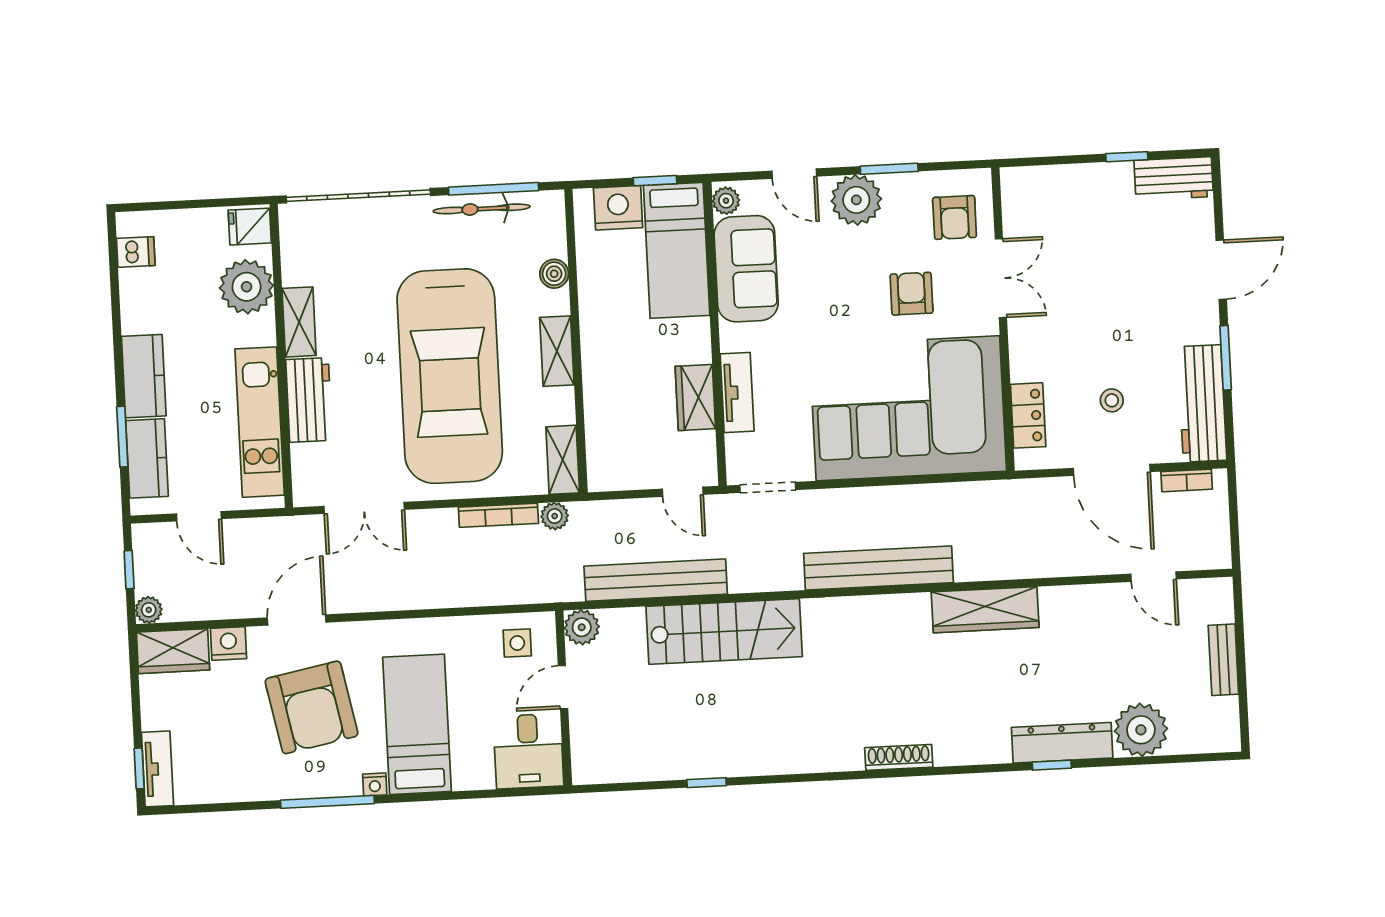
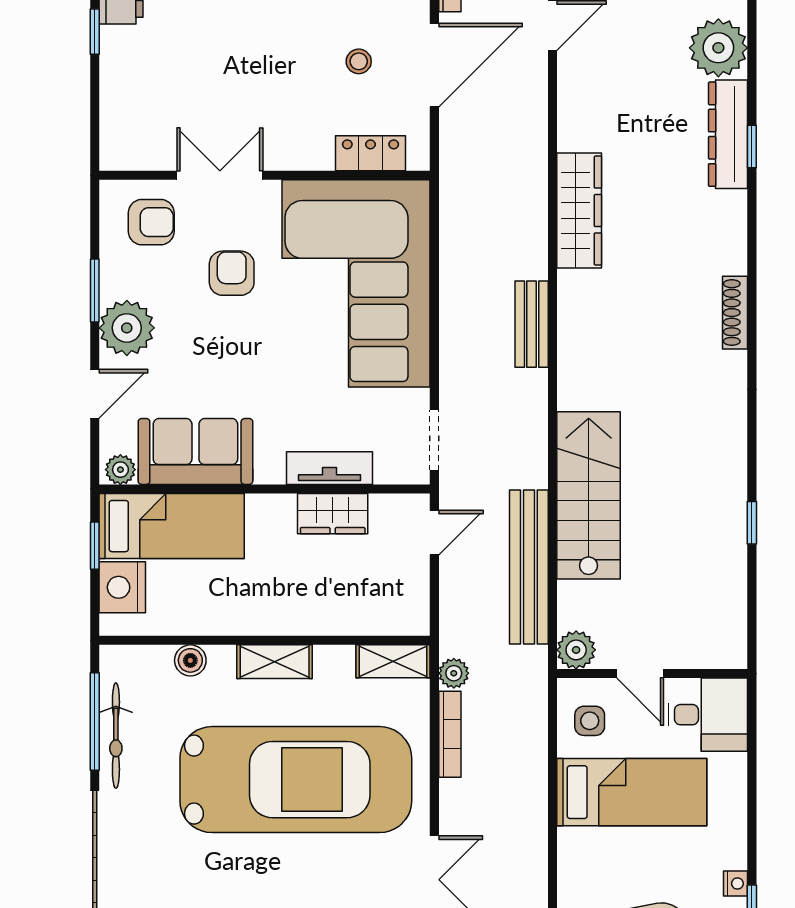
armchair: (911, 294) -> (232, 273), turned 90
bench: (879, 568) -> (532, 324), width x0.54, depth x0.82
bed: (417, 724) -> (632, 792), moved, turned 180

